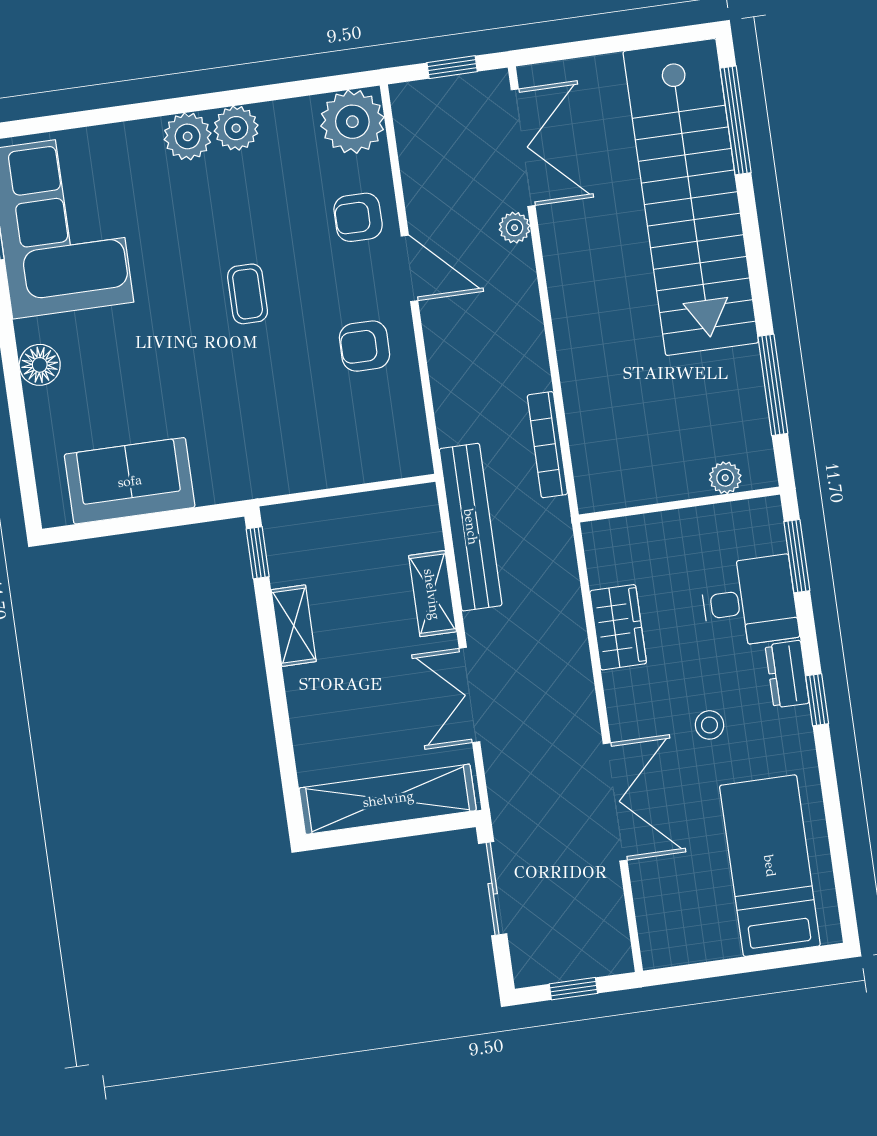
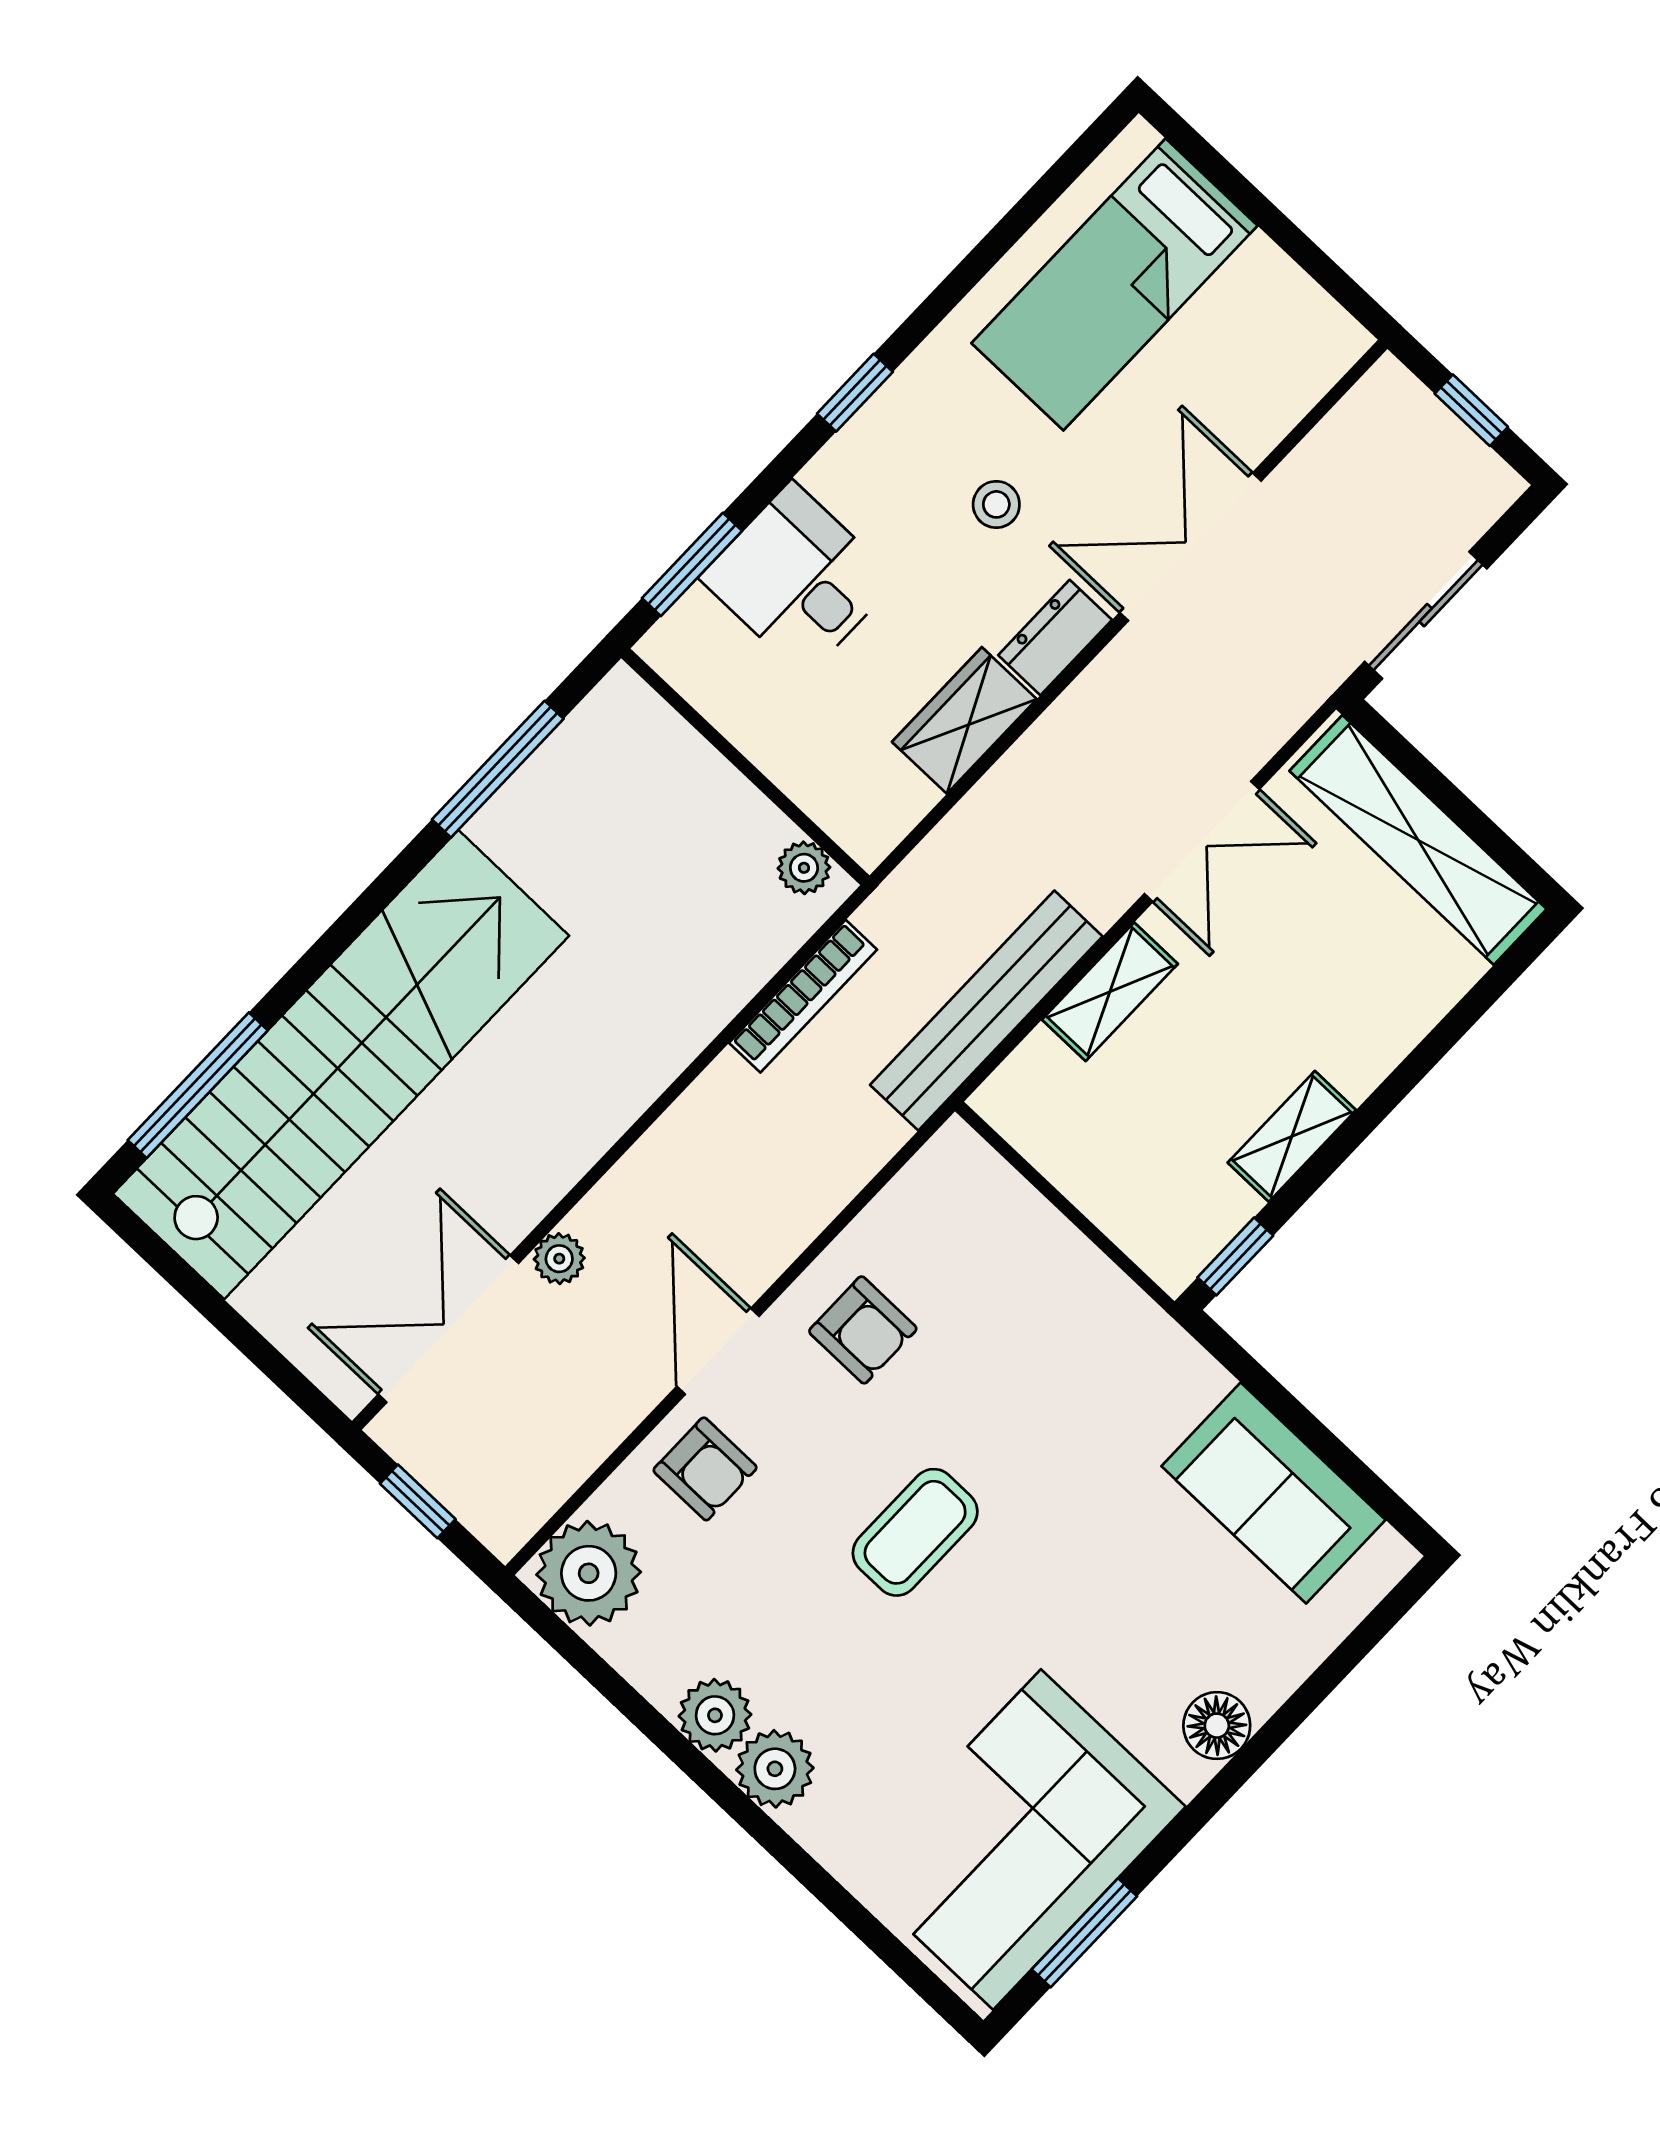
coffee table: (248, 294) -> (915, 1532), width x1.36, depth x1.30
plant: (725, 478) -> (804, 868), moved
dresser: (787, 674) -> (1055, 638), moved, turned 180

